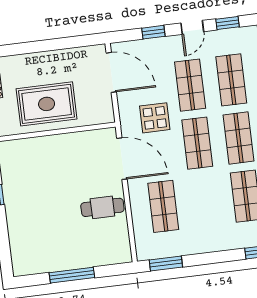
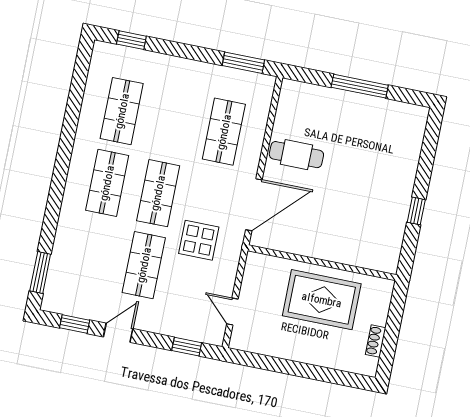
window: (153, 32) -> (187, 347), moved
door: (111, 72) -> (232, 311), width x0.53
shop shelf: (231, 80) -> (93, 255), removed
door: (122, 159) -> (254, 205), swing flipped

